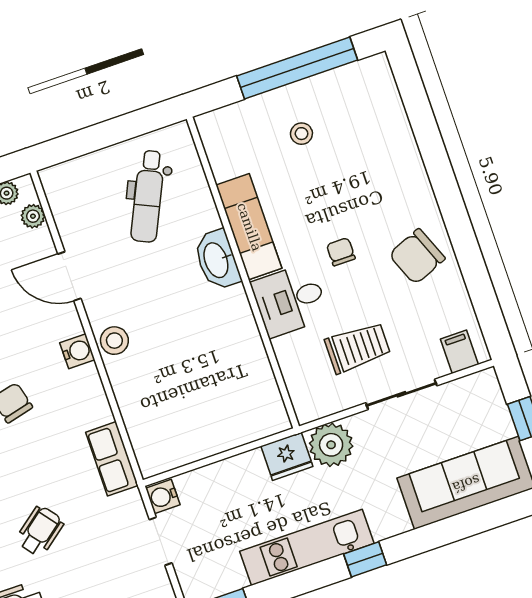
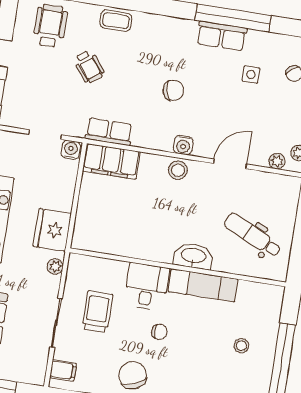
trolley: (358, 348) -> (97, 312), turned 180
filing cabinet: (149, 435) -> (111, 161), added
plant: (331, 445) -> (55, 266), width x0.53, depth x0.53
fridge: (287, 456) -> (52, 230), width x1.36, depth x1.34

